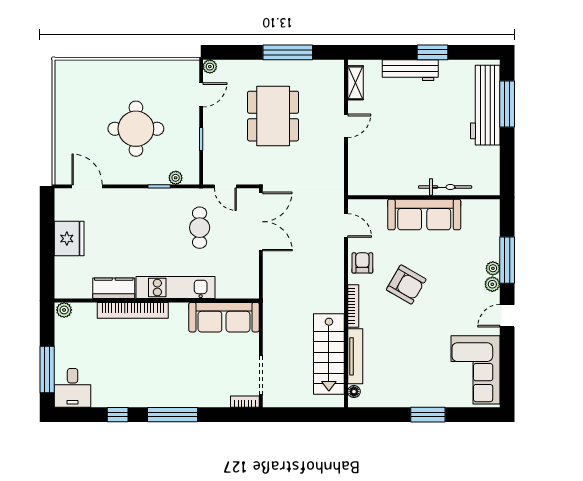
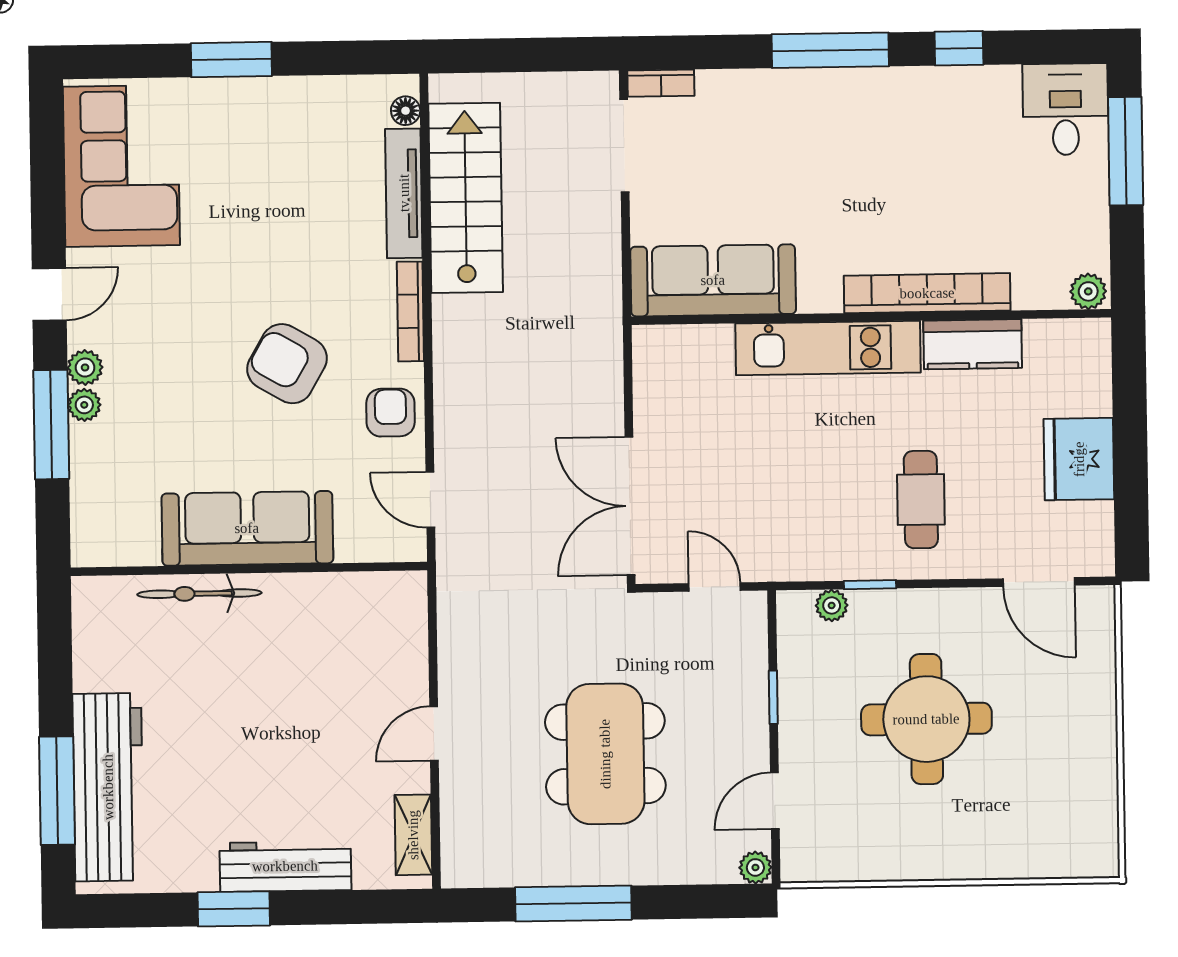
cafe table: (200, 228) -> (921, 500), moved
armchair: (362, 263) -> (390, 413), turned 180

